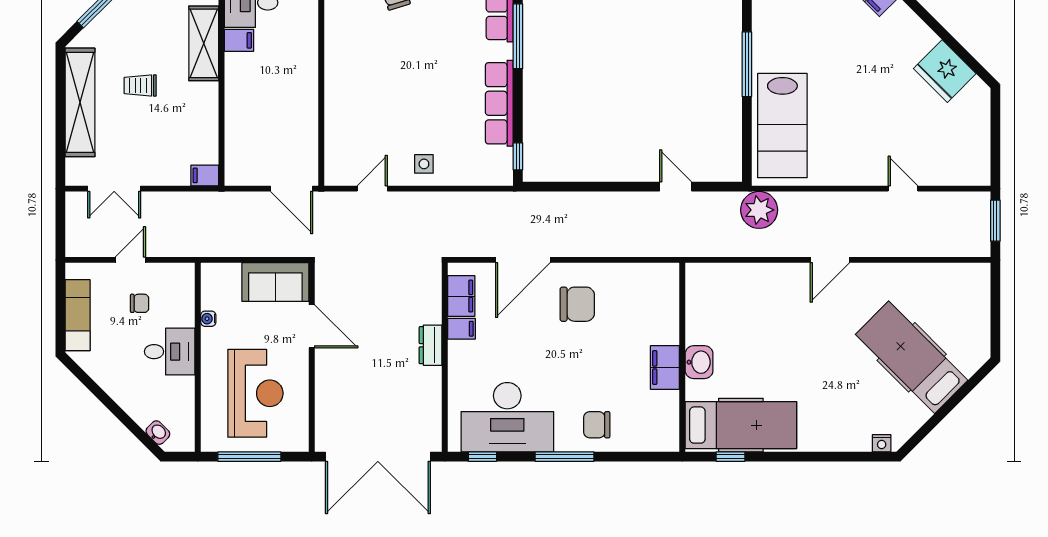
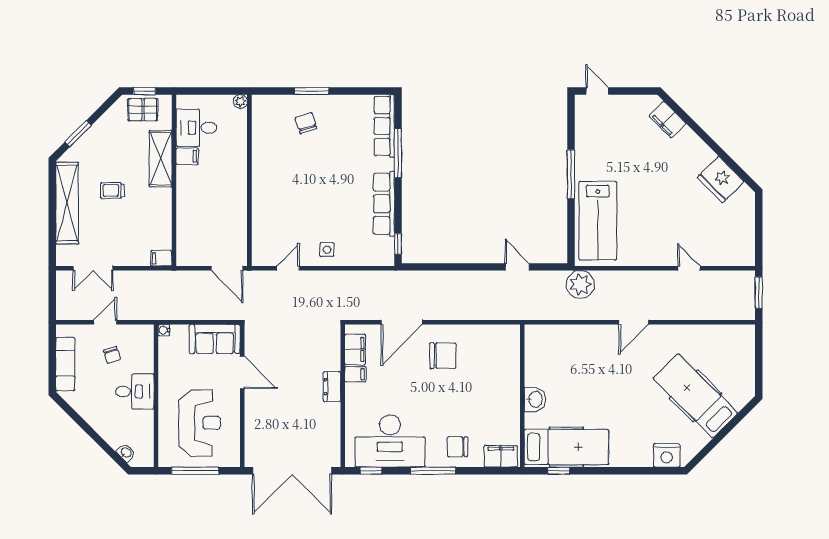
chair: (140, 303) -> (112, 355), turned 72
water cooler: (208, 319) -> (164, 330), moved
filing cabinet: (665, 368) -> (501, 456), moved, turned 90
nightstand: (882, 443) -> (667, 455), width x1.89, depth x1.79

